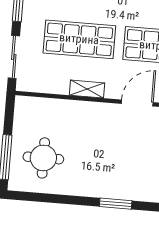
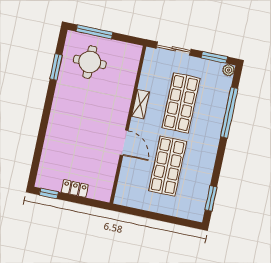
window: (116, 204) -> (56, 67), moved

